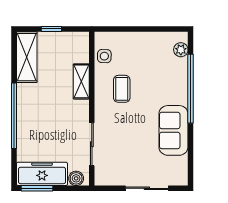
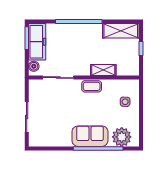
plant: (181, 50) -> (122, 137), width x1.87, depth x1.87
side table: (104, 56) -> (125, 102), moved
coffee table: (122, 89) -> (92, 86), moved
sofa: (173, 130) -> (90, 136), moved

